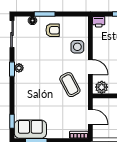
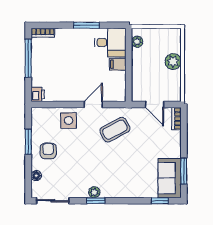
window: (45, 14) -> (28, 142), moved
plant: (102, 87) -> (118, 91), removed
door: (90, 117) -> (155, 104), swing flipped

